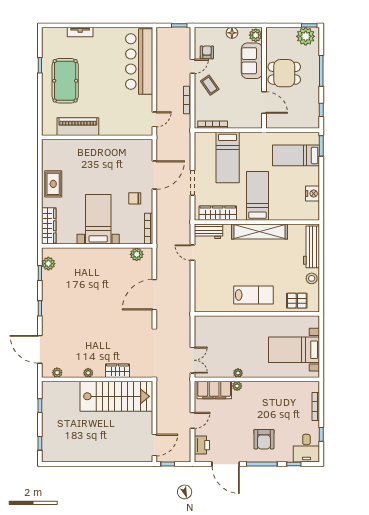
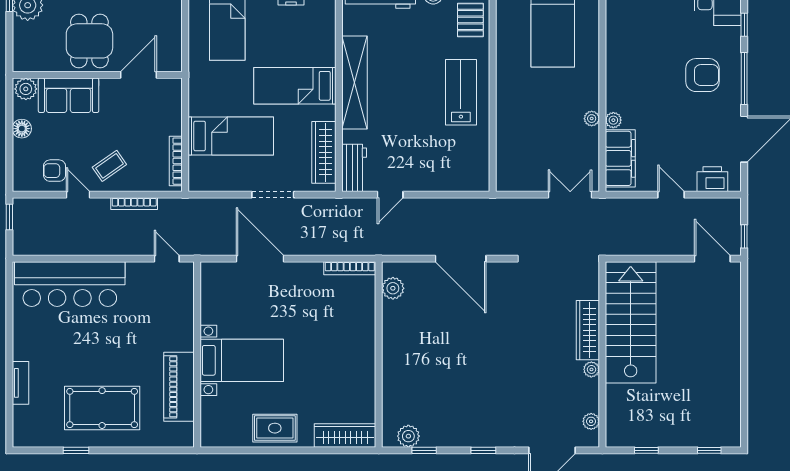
chair: (135, 198) -> (299, 291), removed
bed with nightstands: (98, 219) -> (242, 360), moved, turned 180
wardrobe: (118, 371) -> (588, 330), width x1.50

